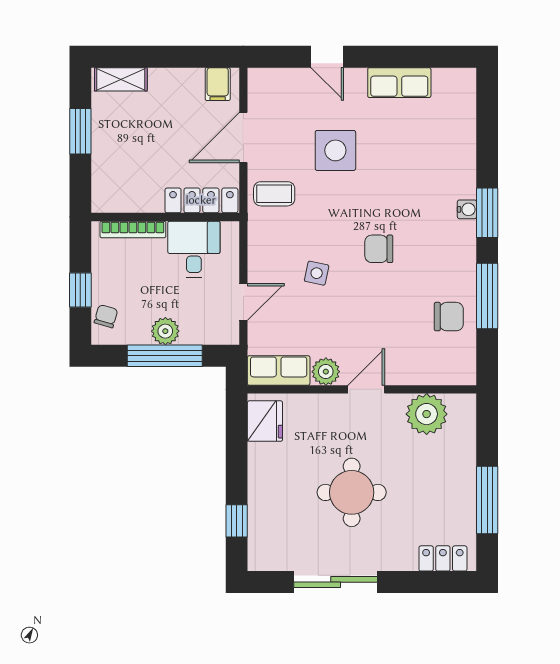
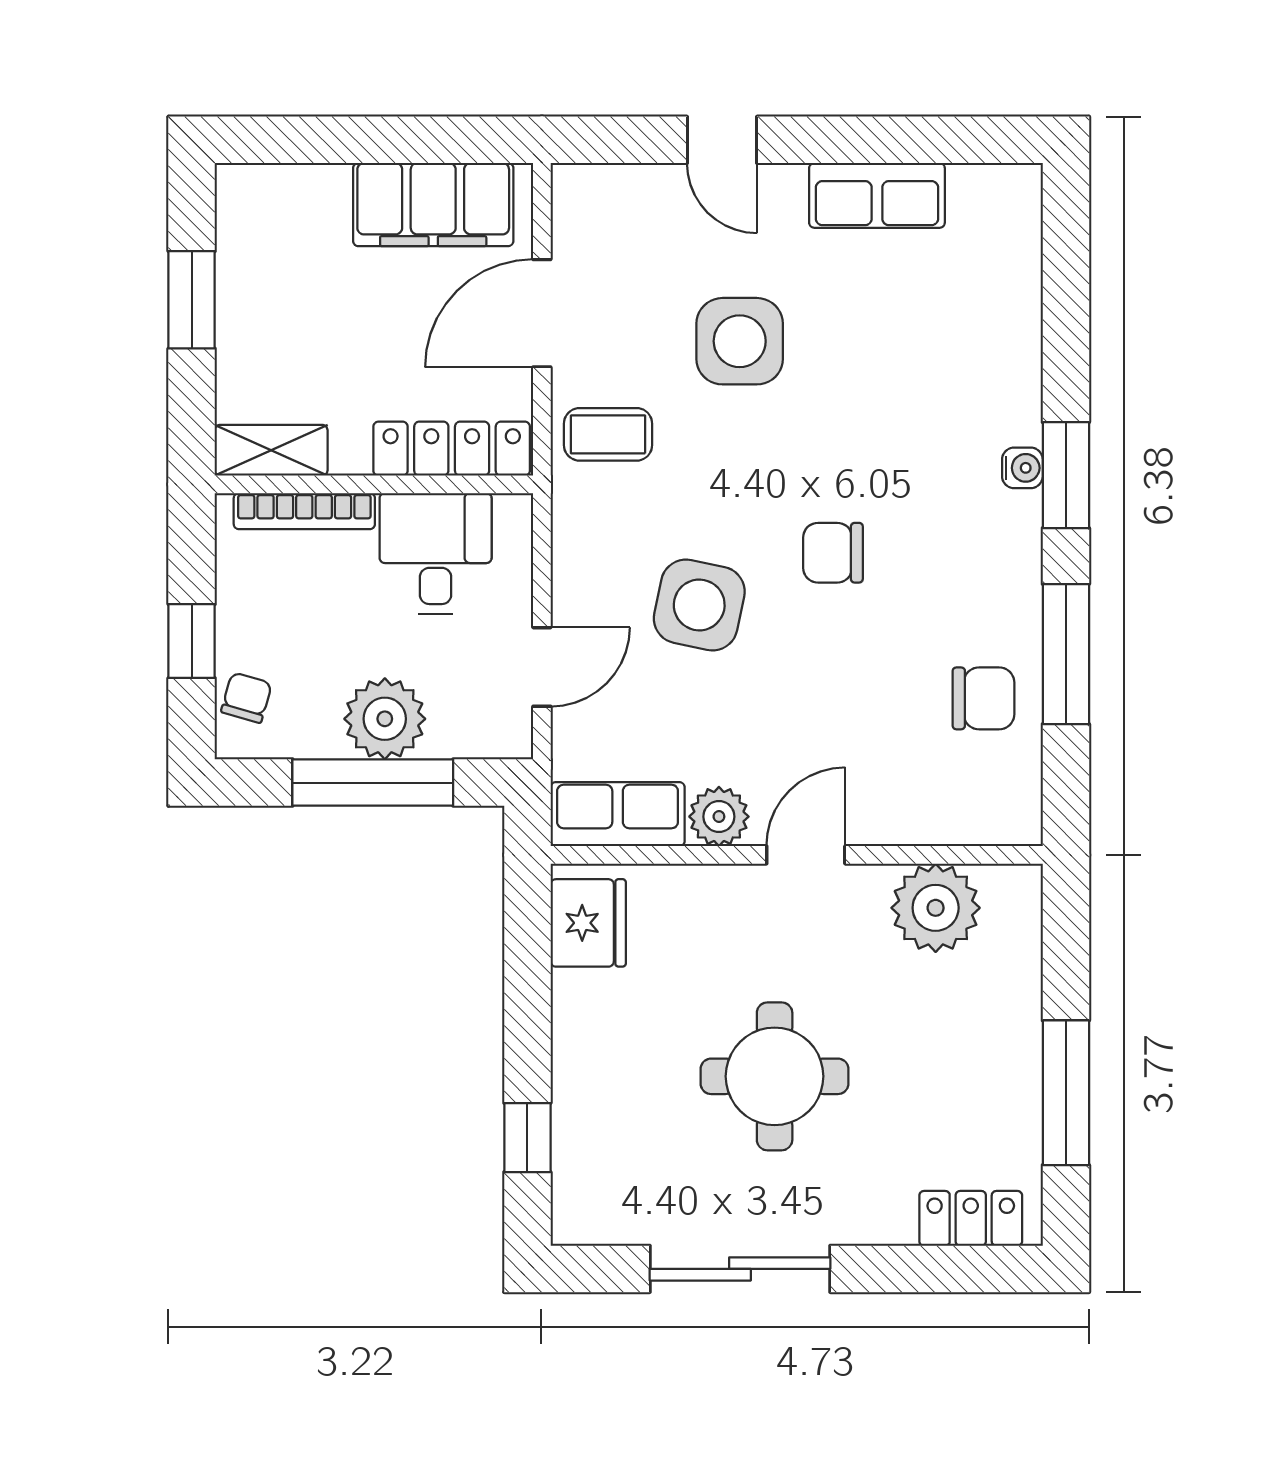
shelving: (121, 79) -> (271, 450), moved
filing cabinet: (218, 84) -> (433, 205), width x3.00, depth x1.17
side table: (317, 273) -> (699, 605), width x1.87, depth x1.87
plant: (165, 331) -> (385, 719), width x1.36, depth x1.36

